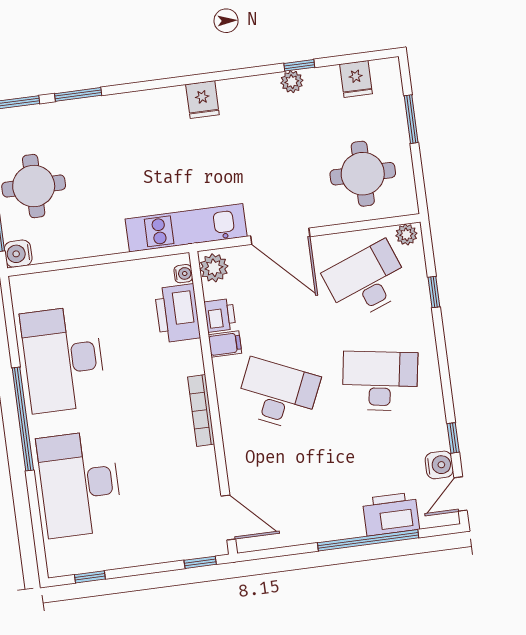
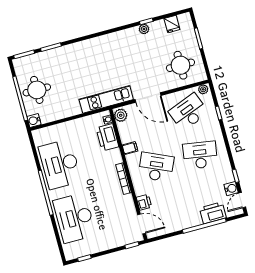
fridge: (202, 100) -> (106, 42), removed
printer: (220, 315) -> (144, 202), moved

